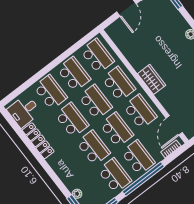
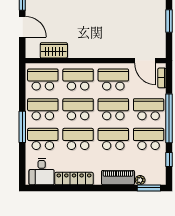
window: (48, 69) -> (22, 127), added
wardrobe: (152, 79) -> (54, 50), moved
piano: (66, 175) -> (118, 178), added

